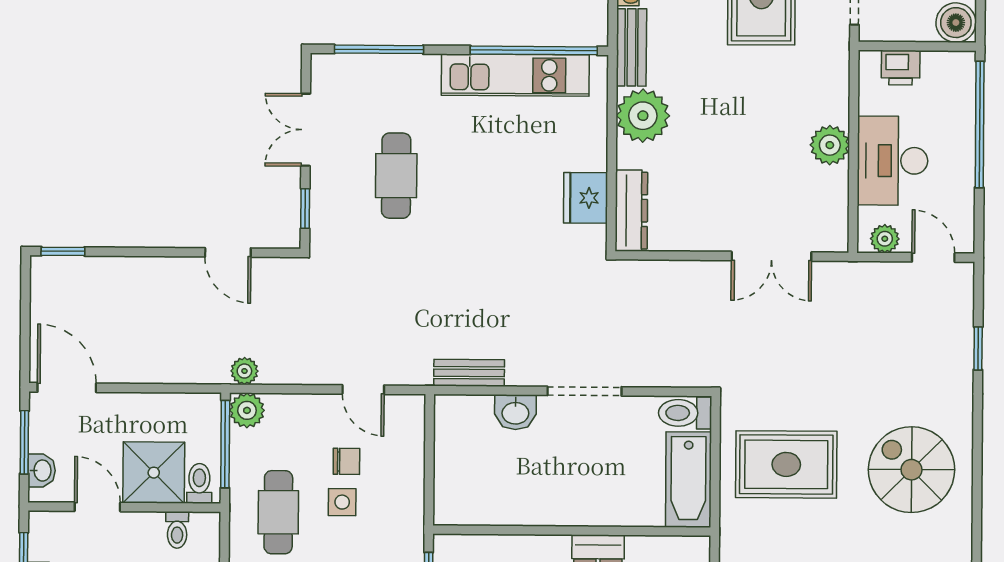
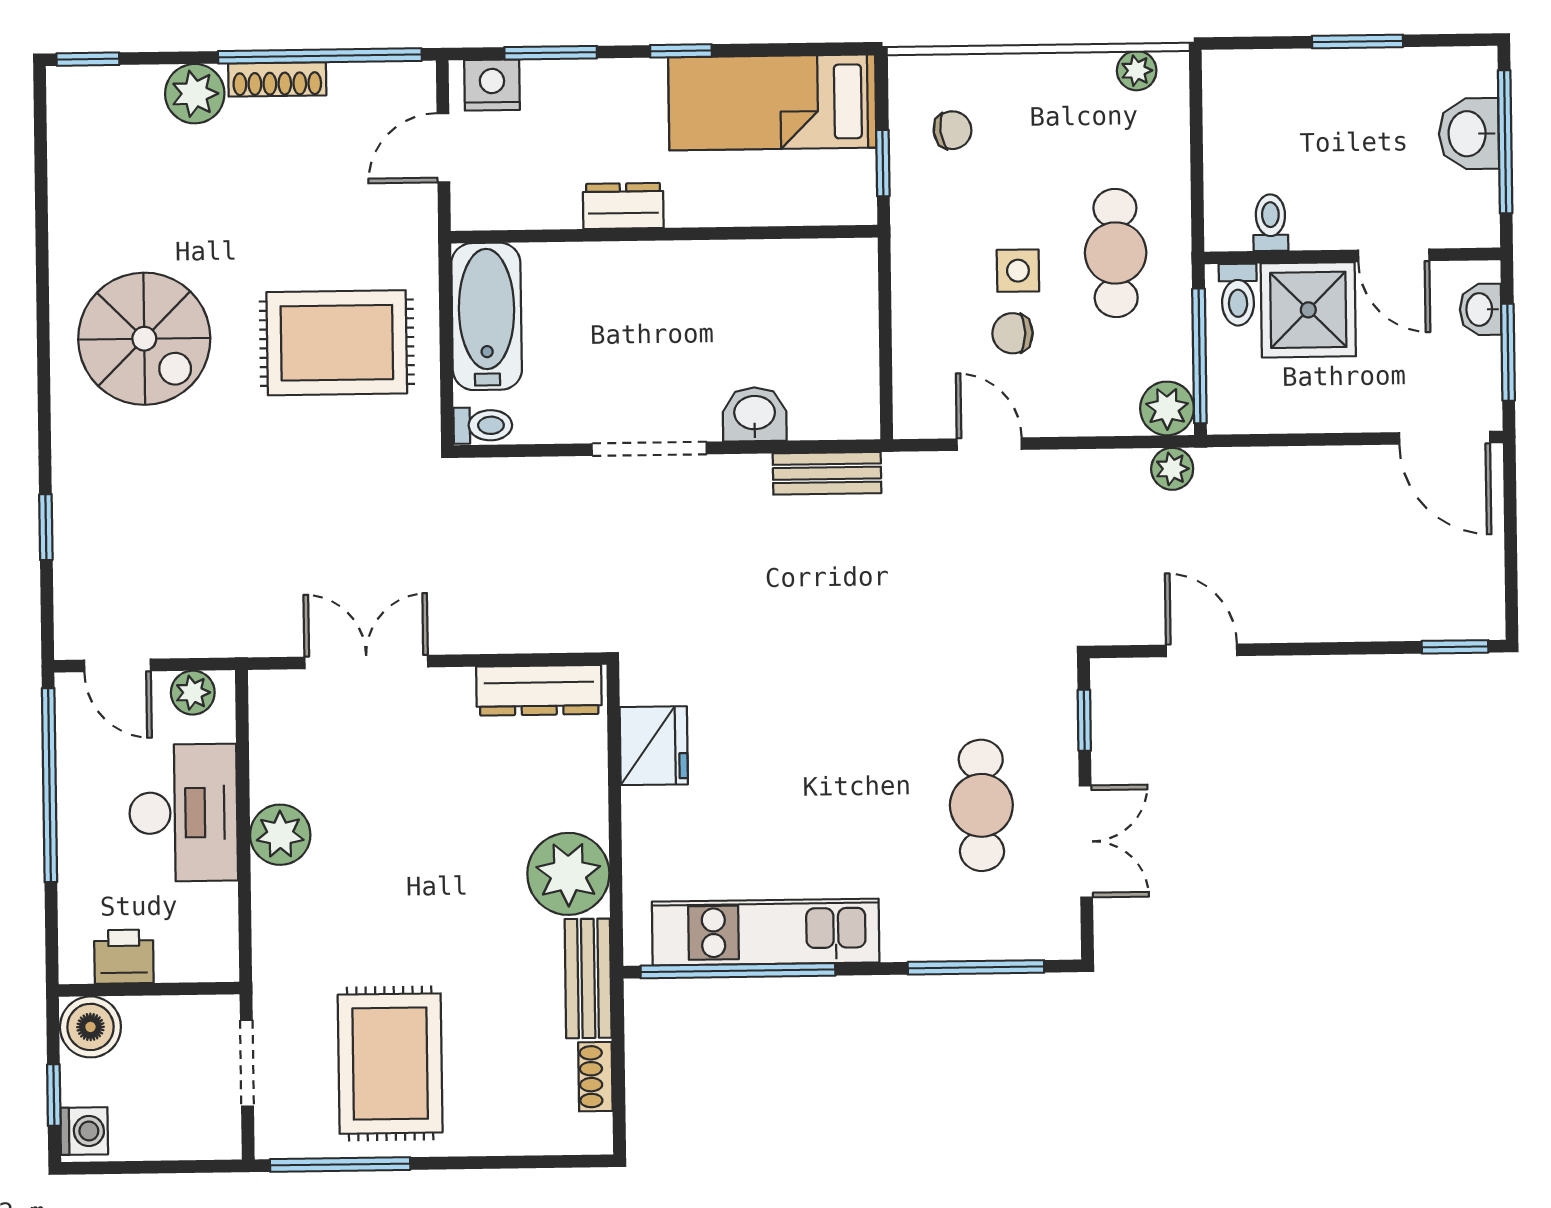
printer: (901, 68) -> (124, 957), moved
window: (980, 124) -> (49, 785), moved
cafe table: (396, 176) -> (981, 805), moved
dresser: (631, 211) -> (539, 690), moved, turned -90
toilet: (685, 413) -> (483, 425), width x0.73, depth x0.72

